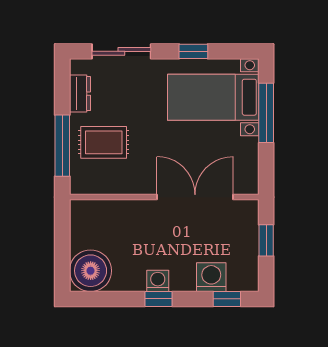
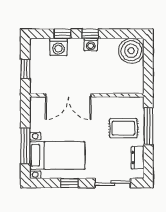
window: (227, 299) -> (63, 34), moved

